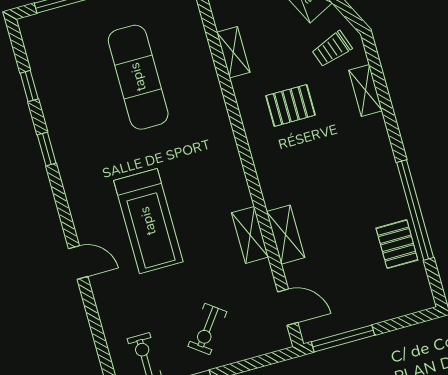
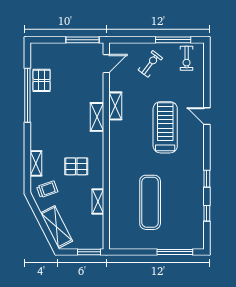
shelving: (286, 235) -> (97, 117), moved
door: (288, 307) -> (106, 64), swing flipped

